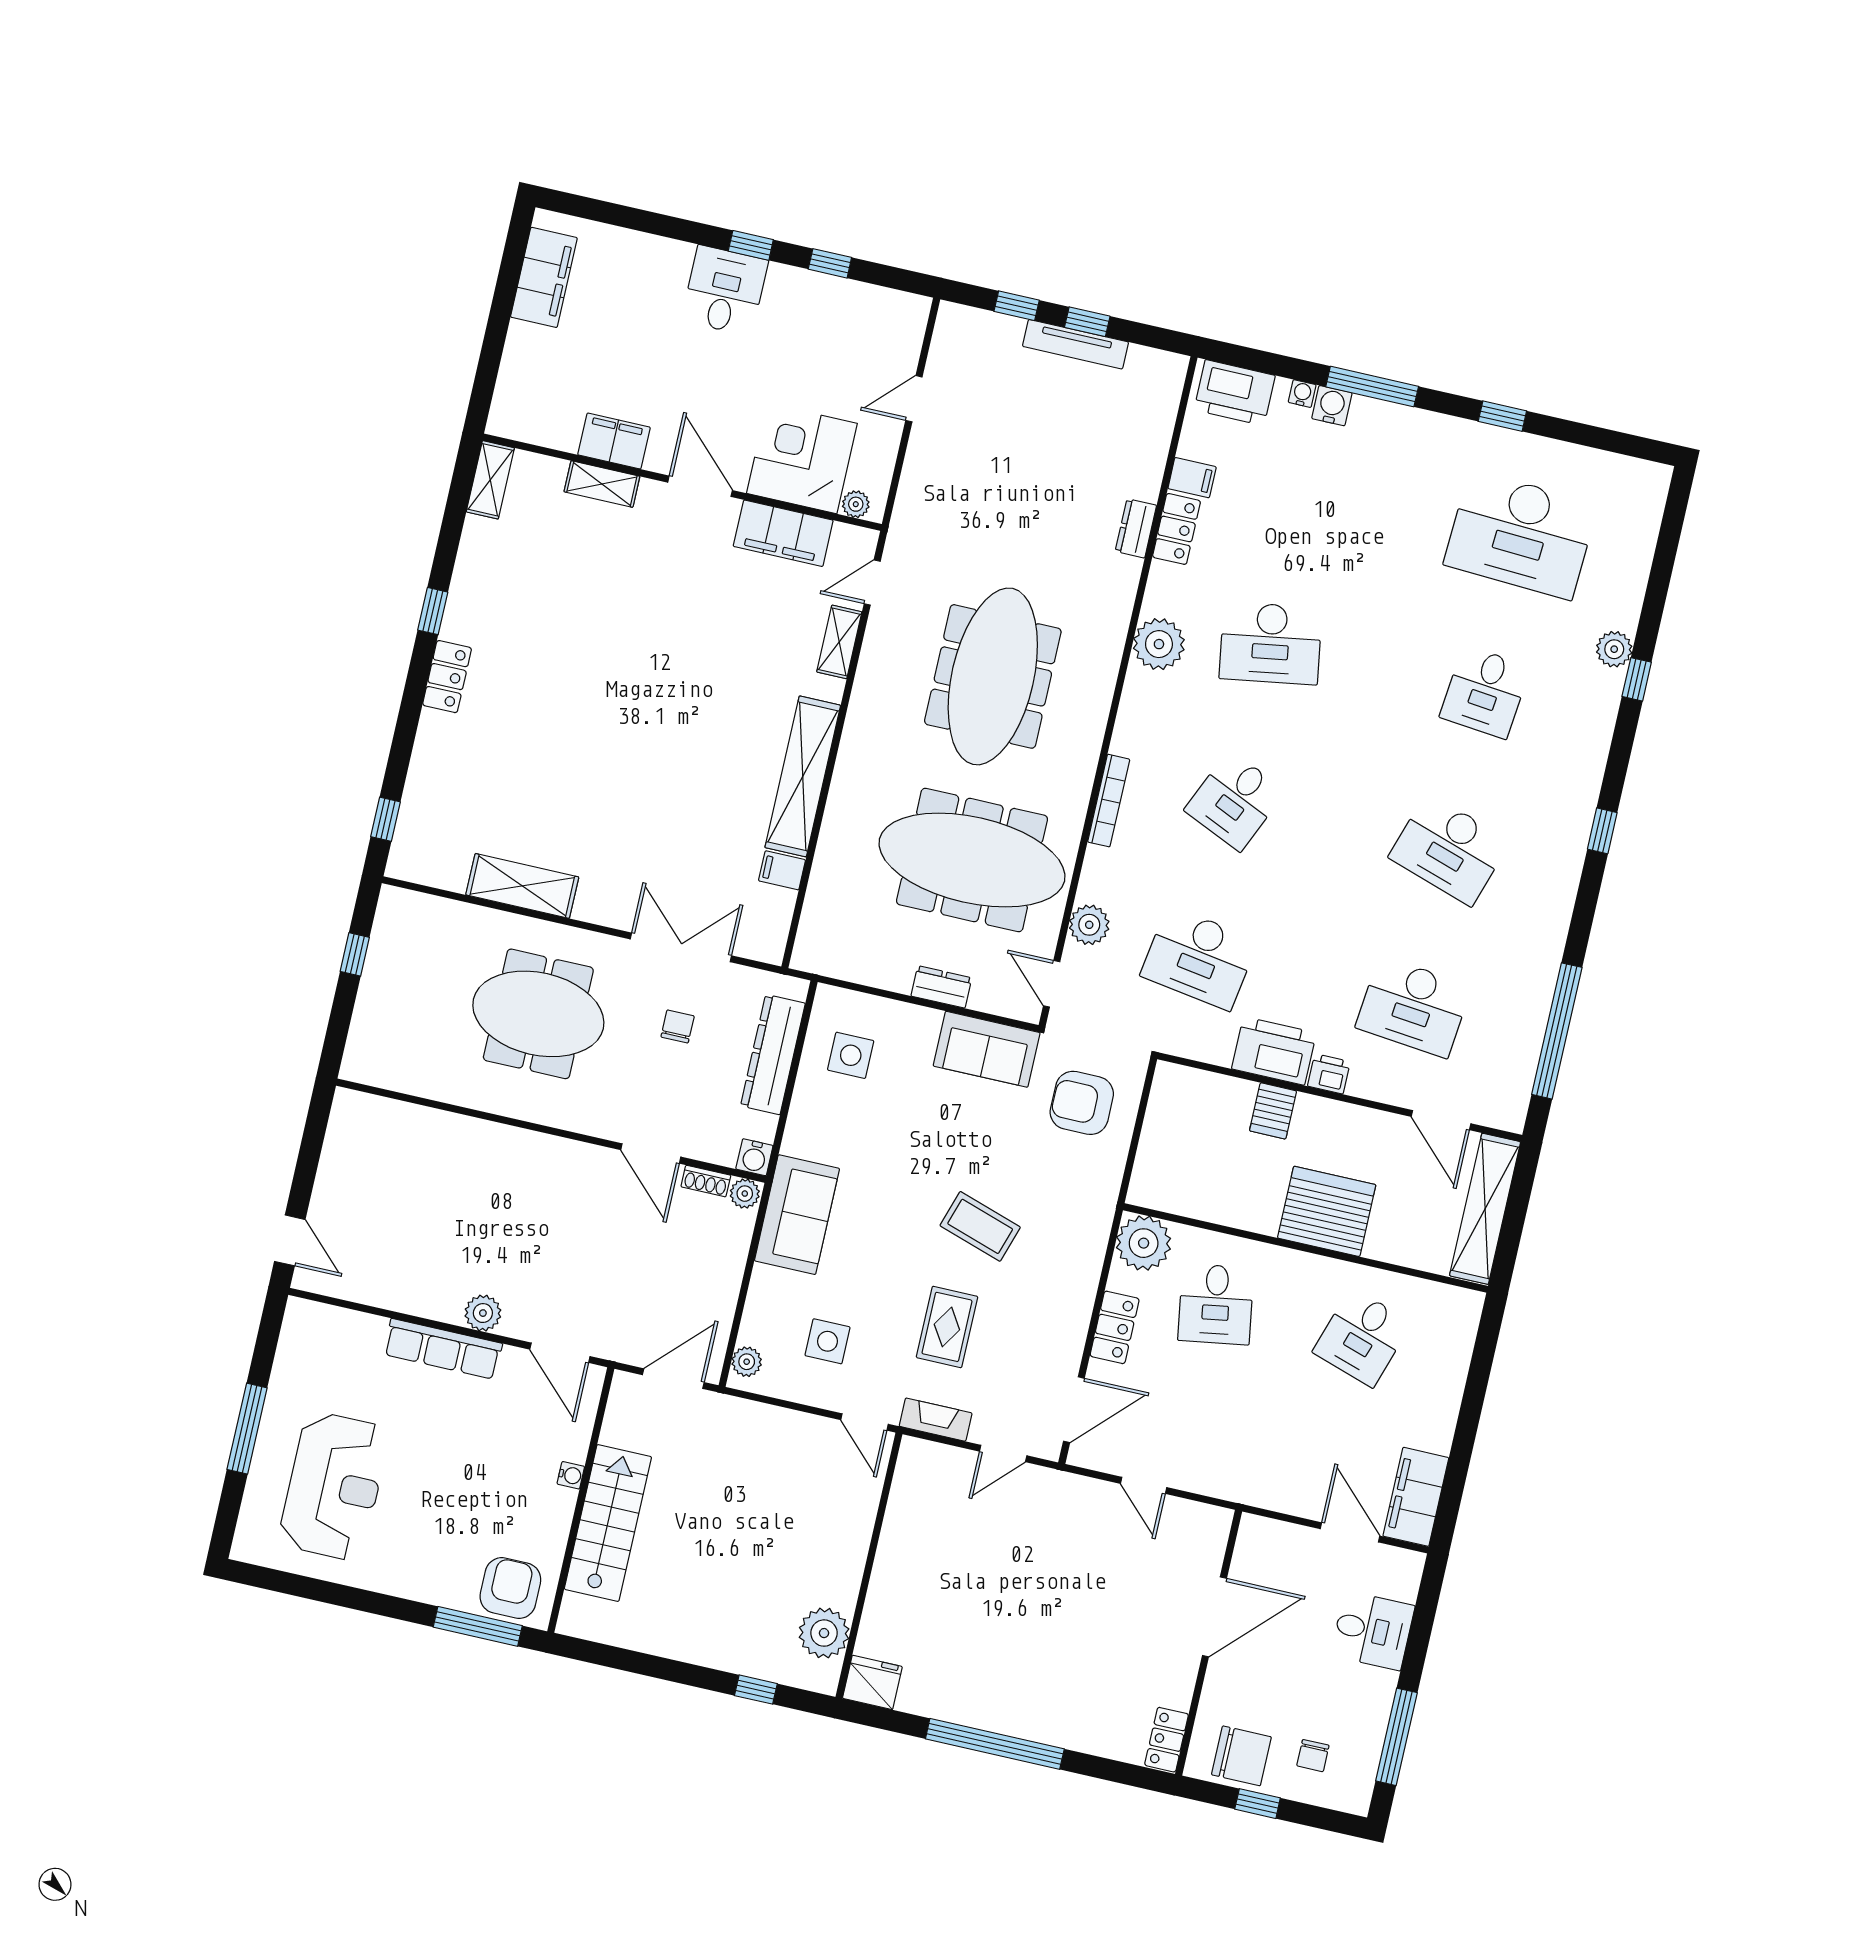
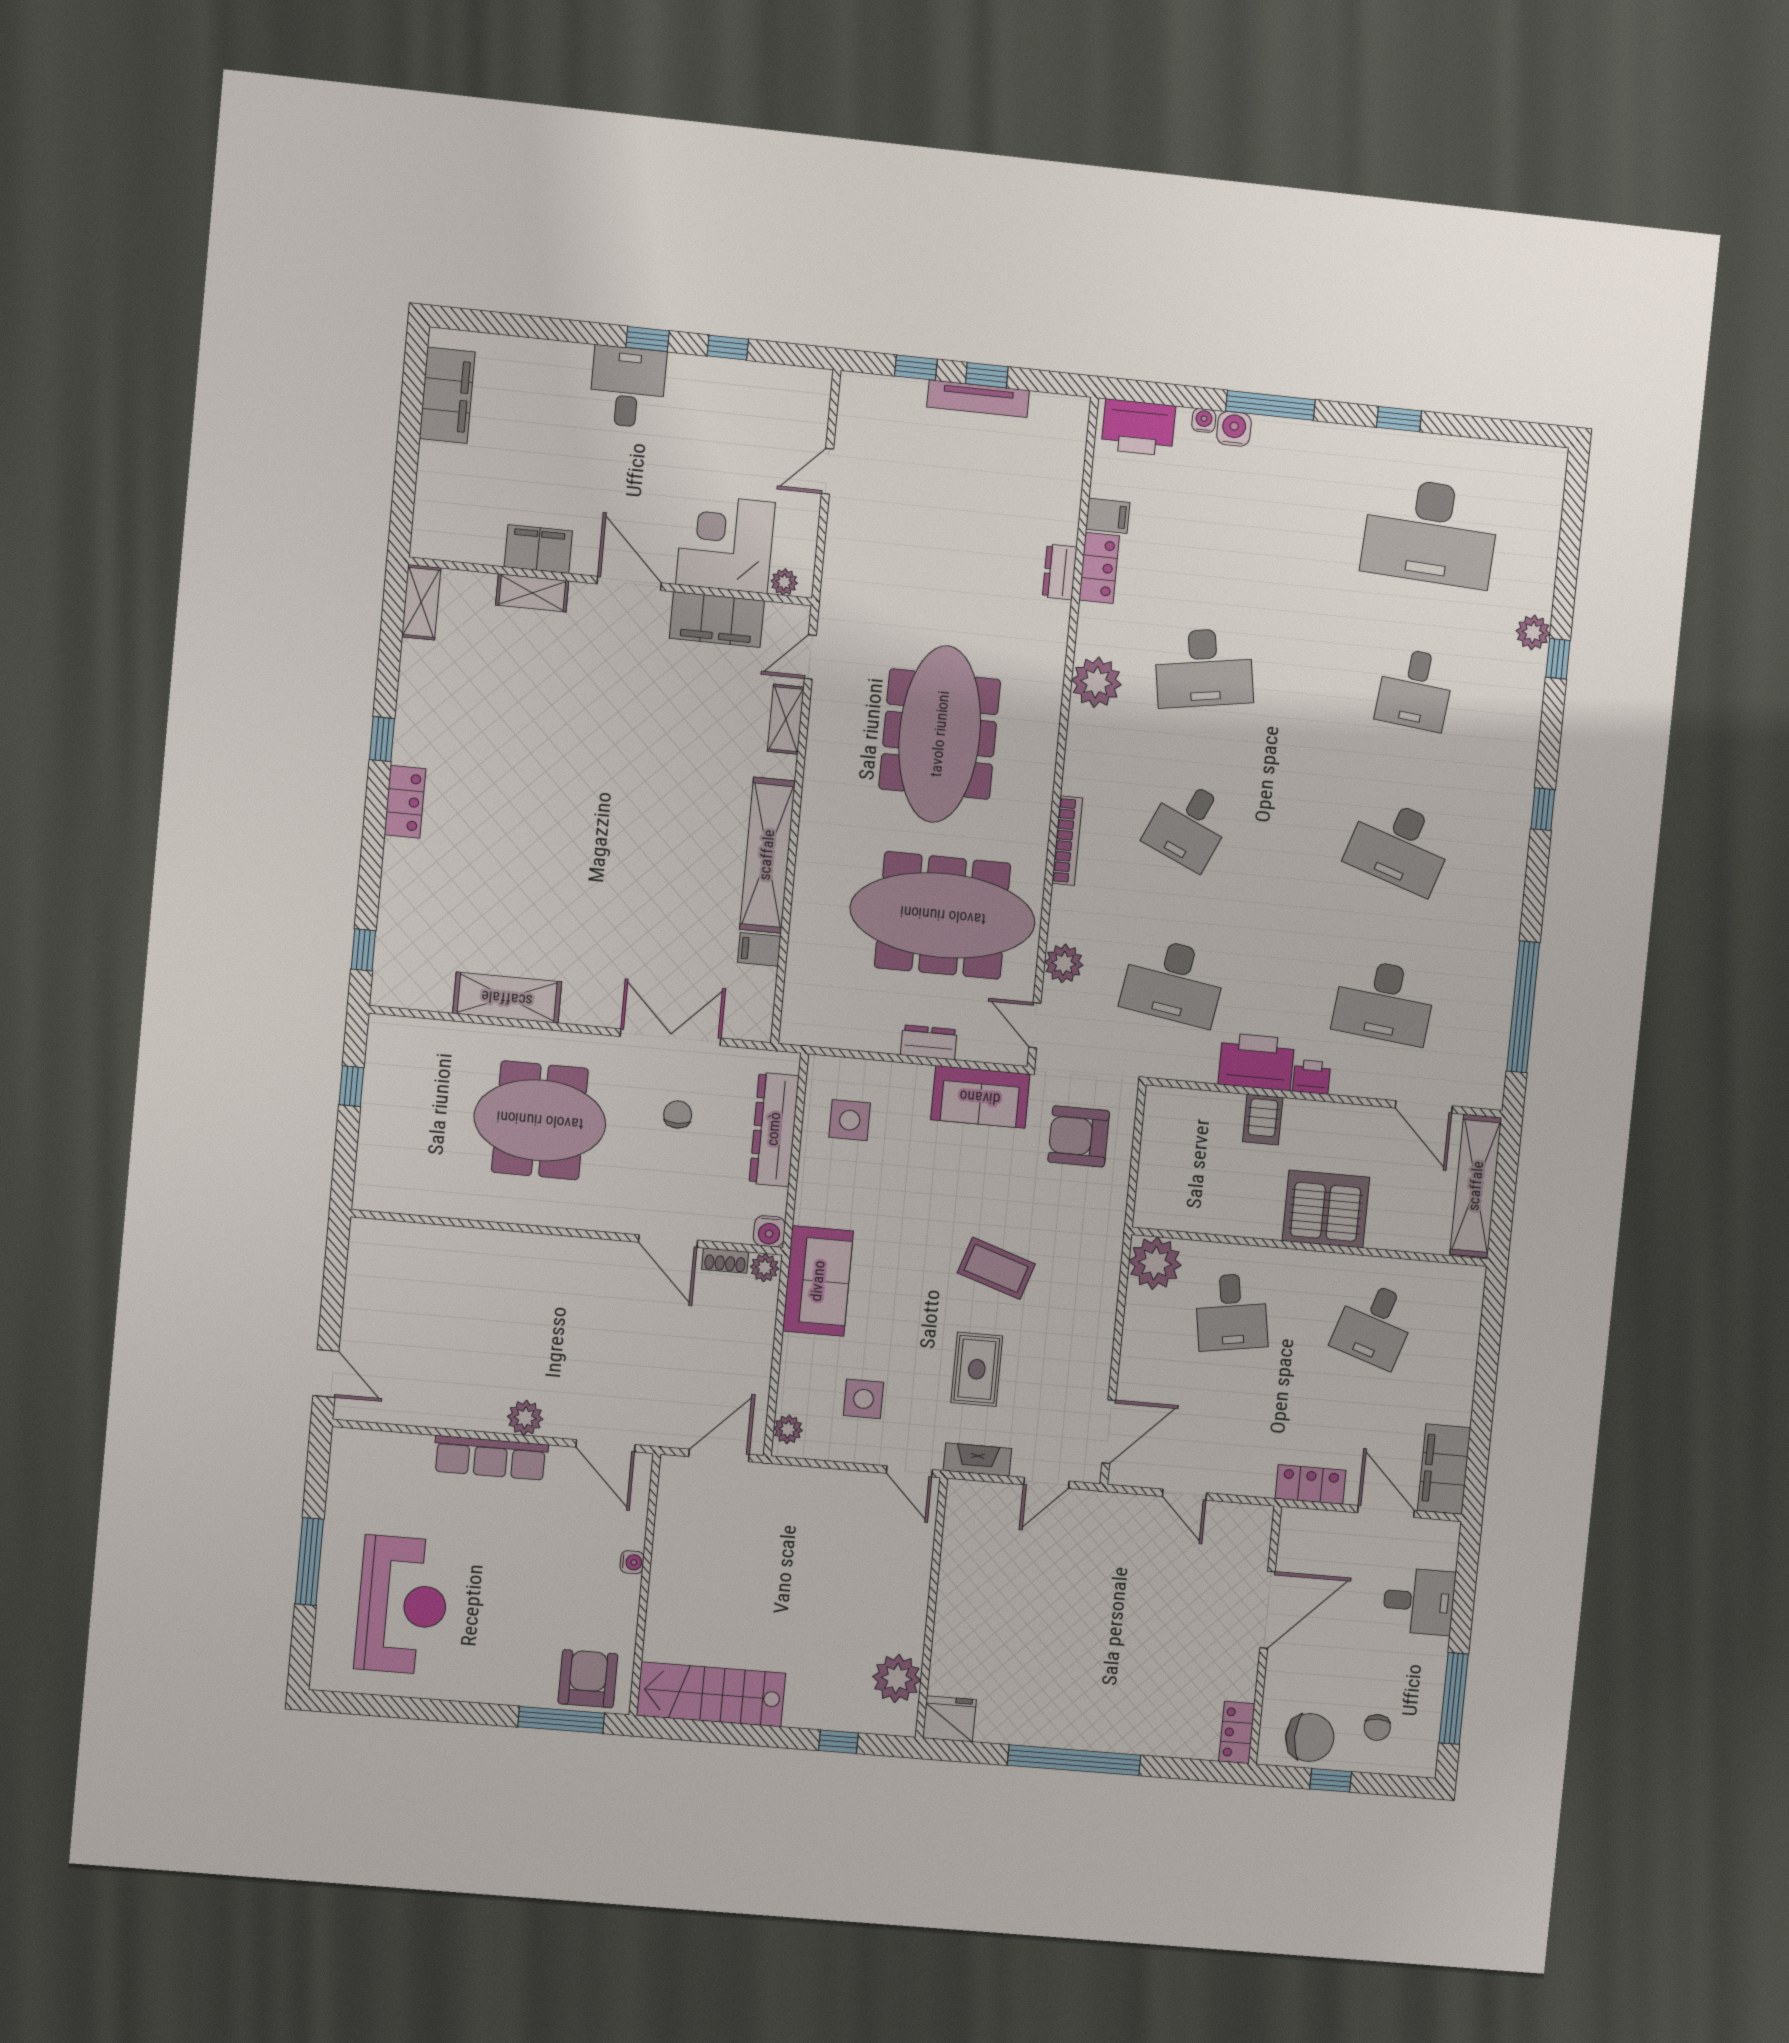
locker: (1115, 1327) -> (1311, 1484), moved, turned -90
stairs: (608, 1523) -> (711, 1694), moved, turned -90

